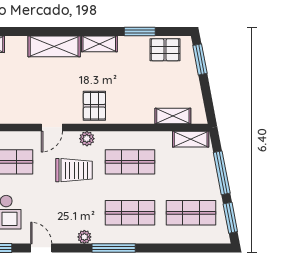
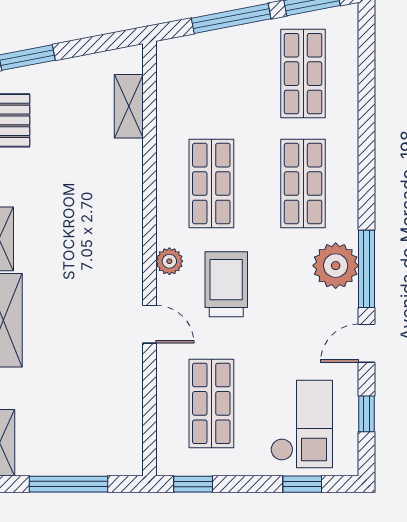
pallet: (94, 106) -> (110, 248), removed
shelving: (191, 139) -> (170, 74), removed
plant: (84, 237) -> (336, 266), width x1.88, depth x1.88
window: (114, 248) -> (367, 269), moved

